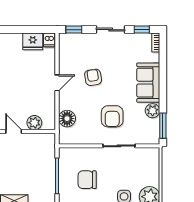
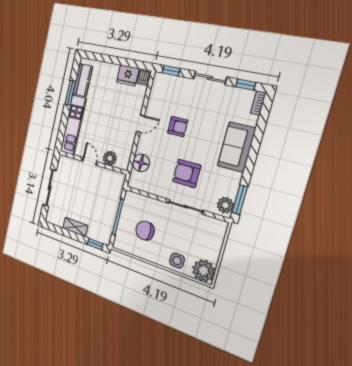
armchair: (93, 77) -> (178, 127), turned 99
plant: (153, 111) -> (225, 205), moved
armchair: (112, 116) -> (187, 173), turned 90

